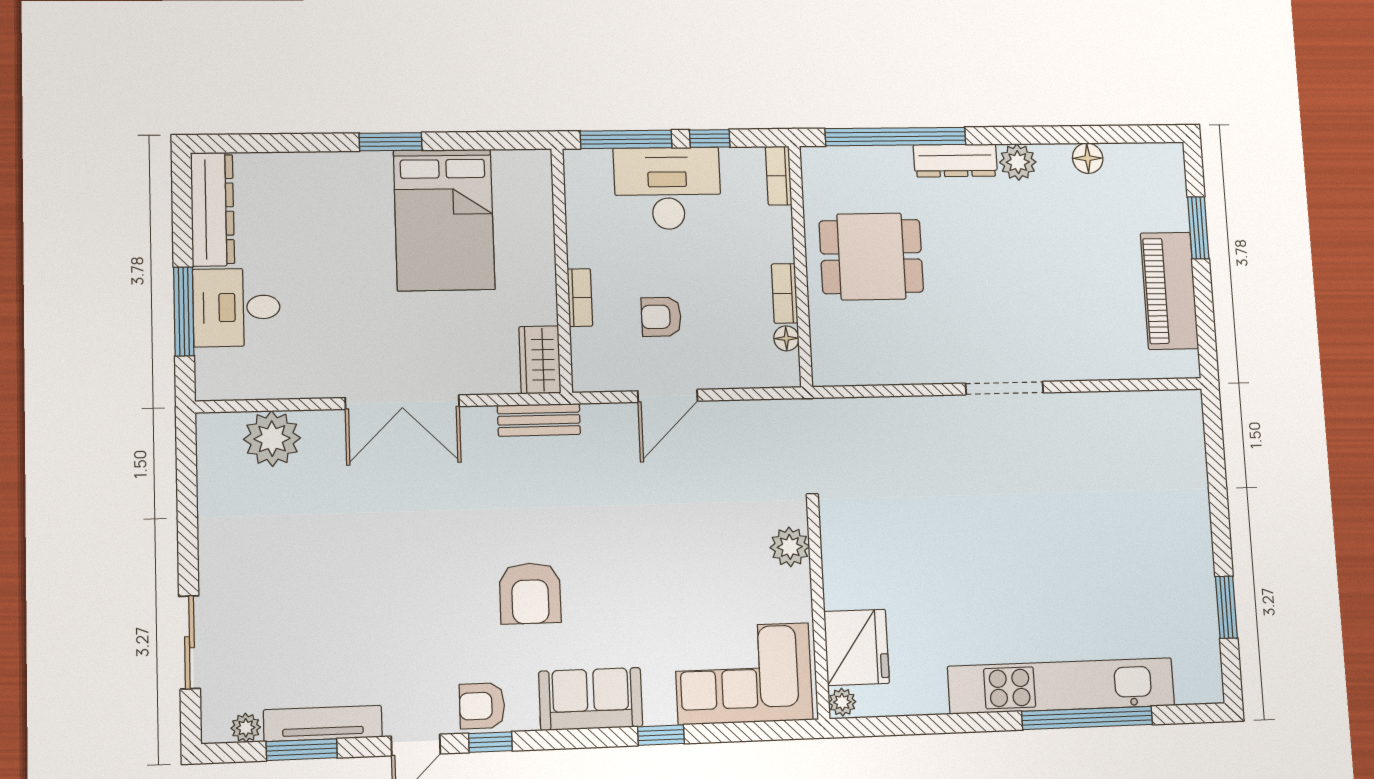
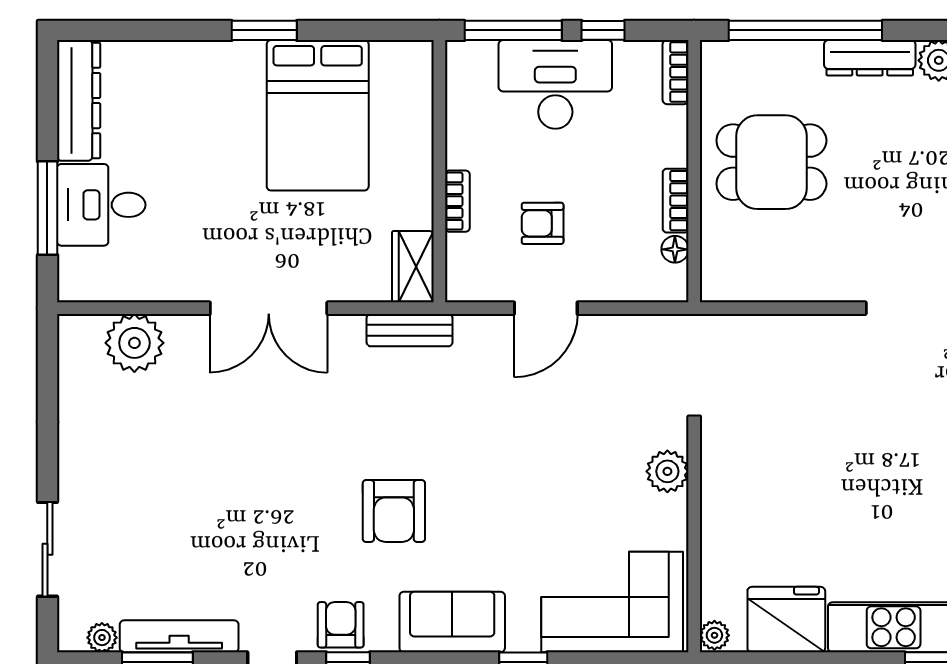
fridge: (857, 647) -> (786, 620), moved, turned -90
armchair: (482, 706) -> (341, 625), turned 90

